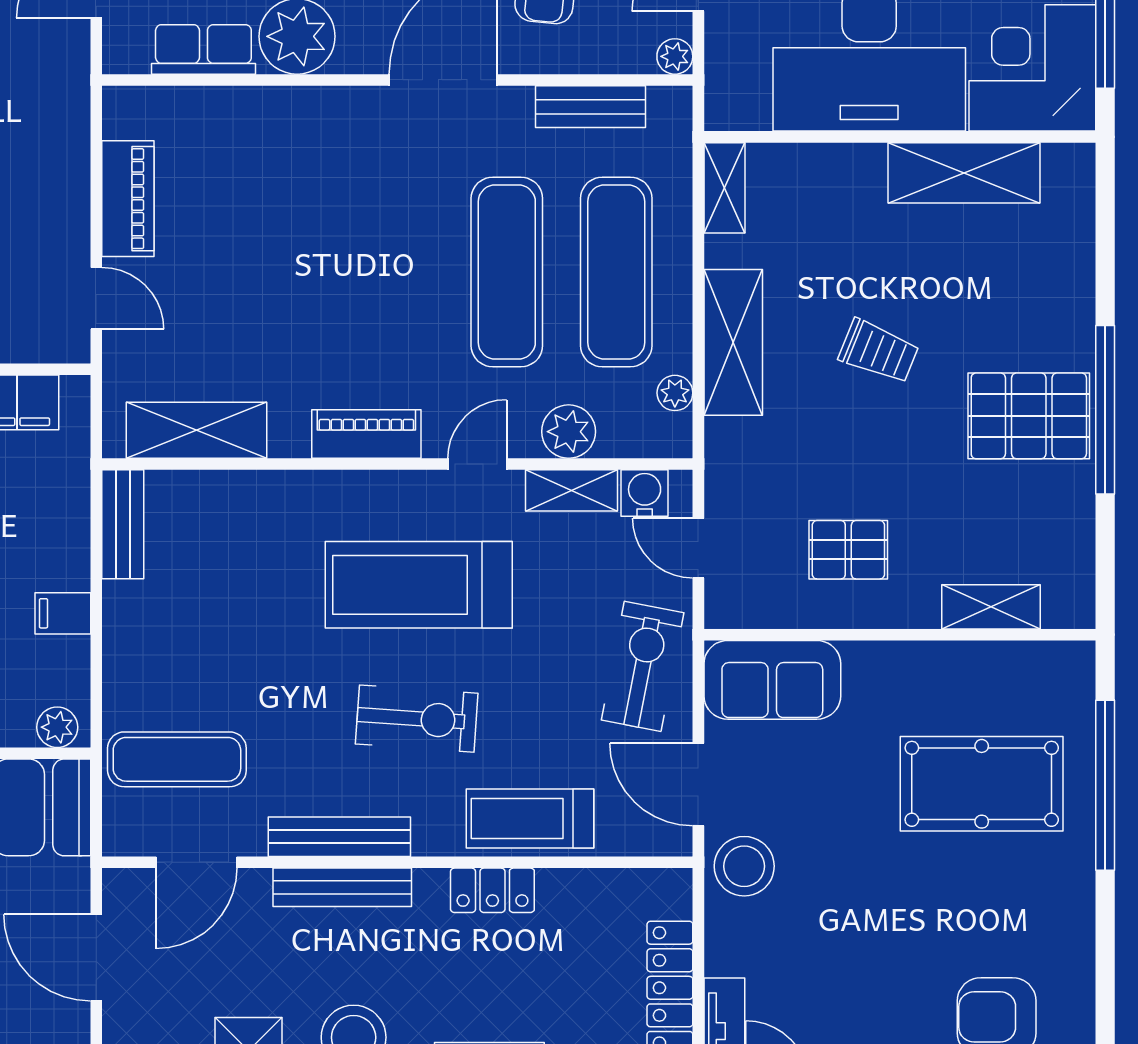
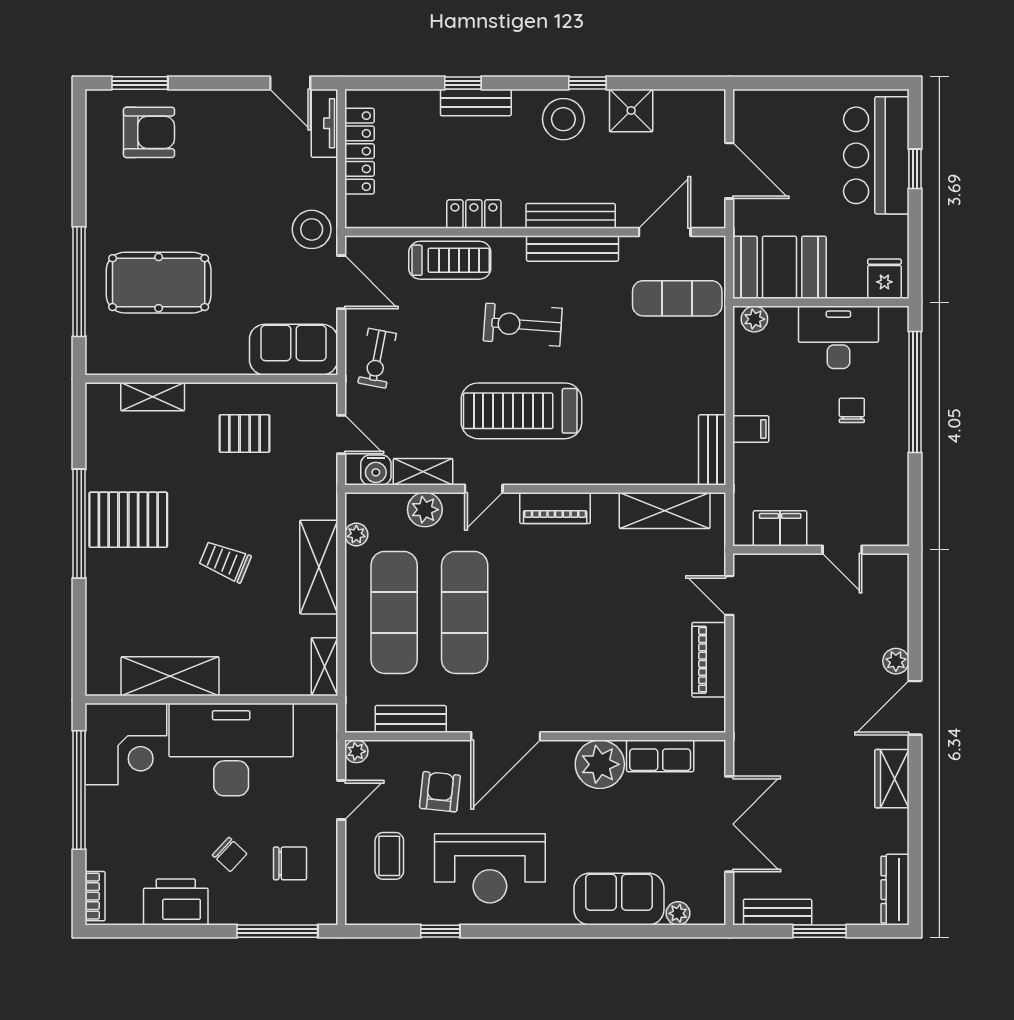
treadmill: (419, 585) -> (521, 411), turned 180
filing cabinet: (63, 613) -> (751, 429), moved
exercise bike: (643, 666) -> (377, 358), width x0.73, depth x0.72

